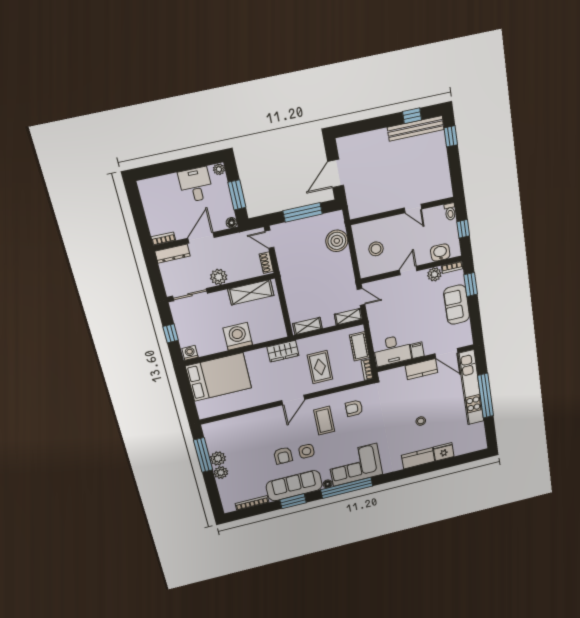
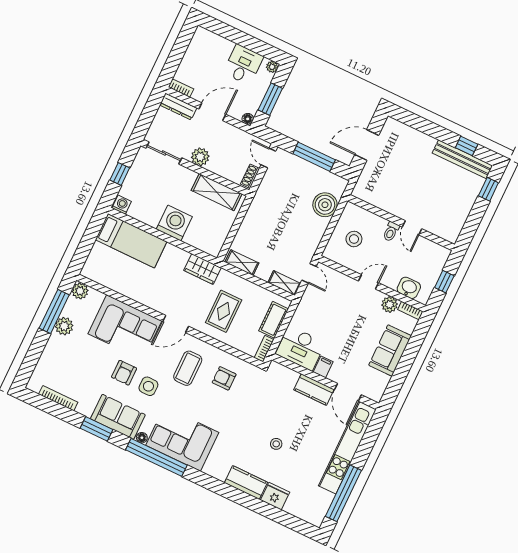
toilet: (450, 212) -> (391, 232), moved
window: (471, 284) -> (416, 341), removed
bed: (219, 377) -> (131, 241), width x0.67
window: (486, 396) -> (343, 493), moved
corner sofa: (260, 428) -> (125, 327), added
plant: (221, 473) -> (80, 291), moved
sofa: (294, 486) -> (118, 417), width x0.73

